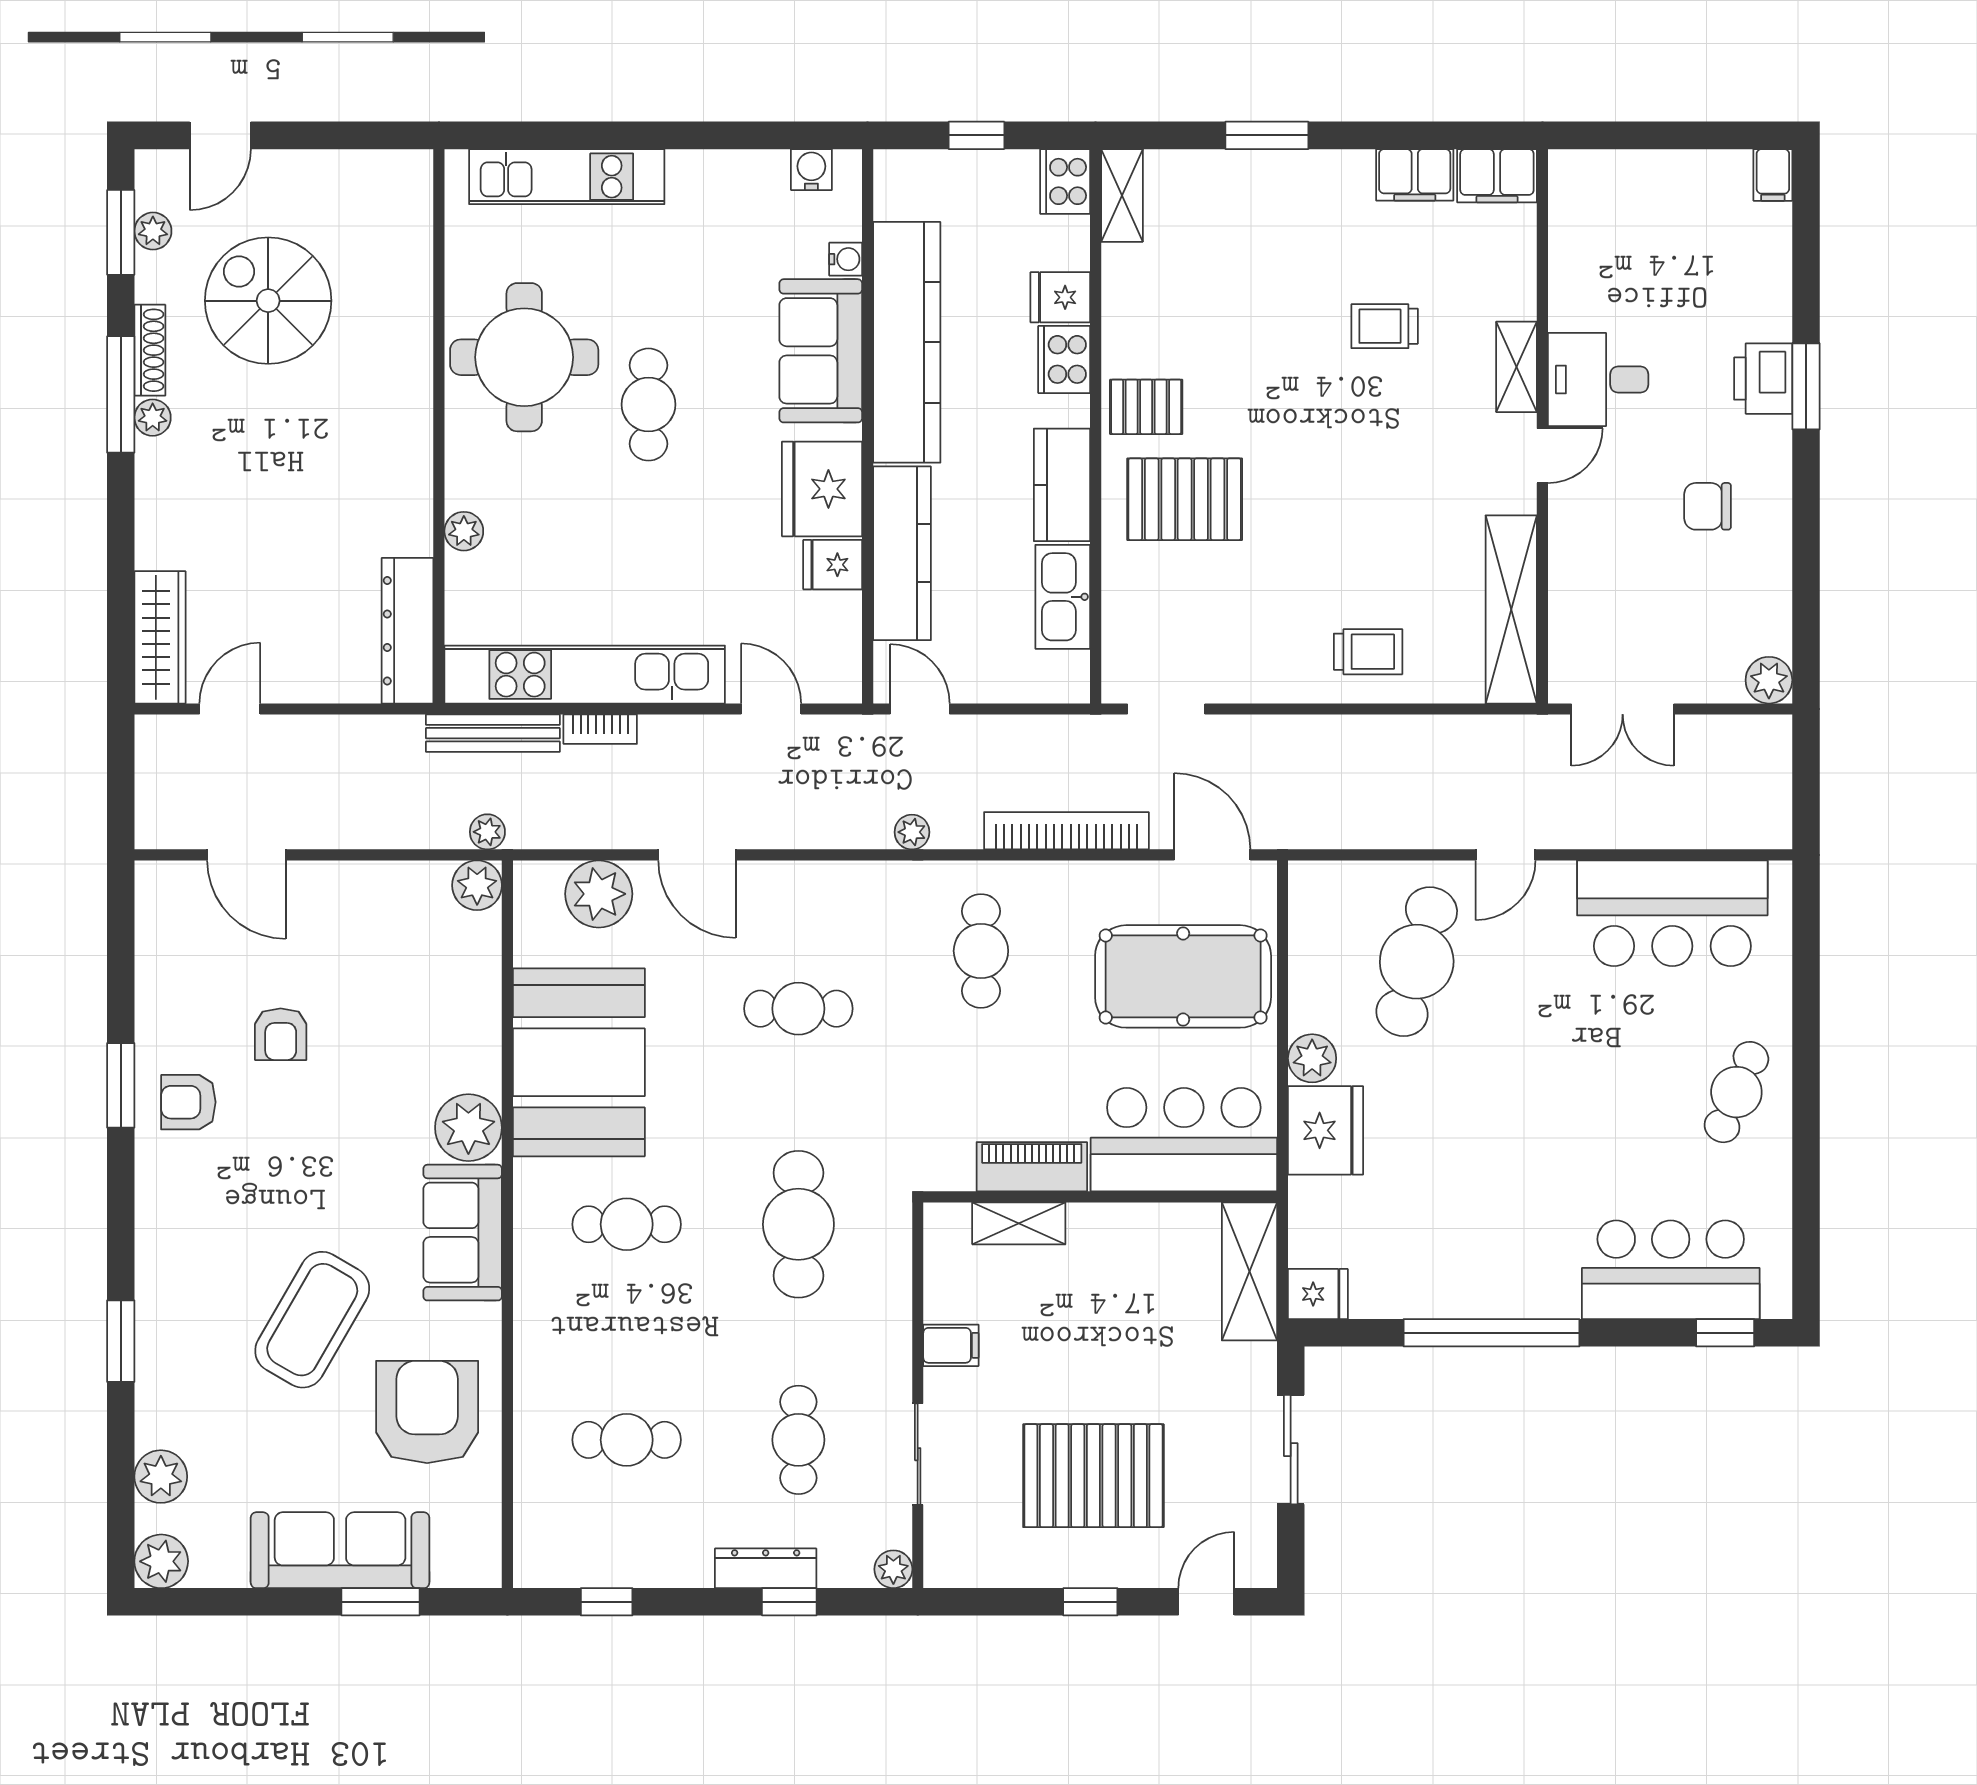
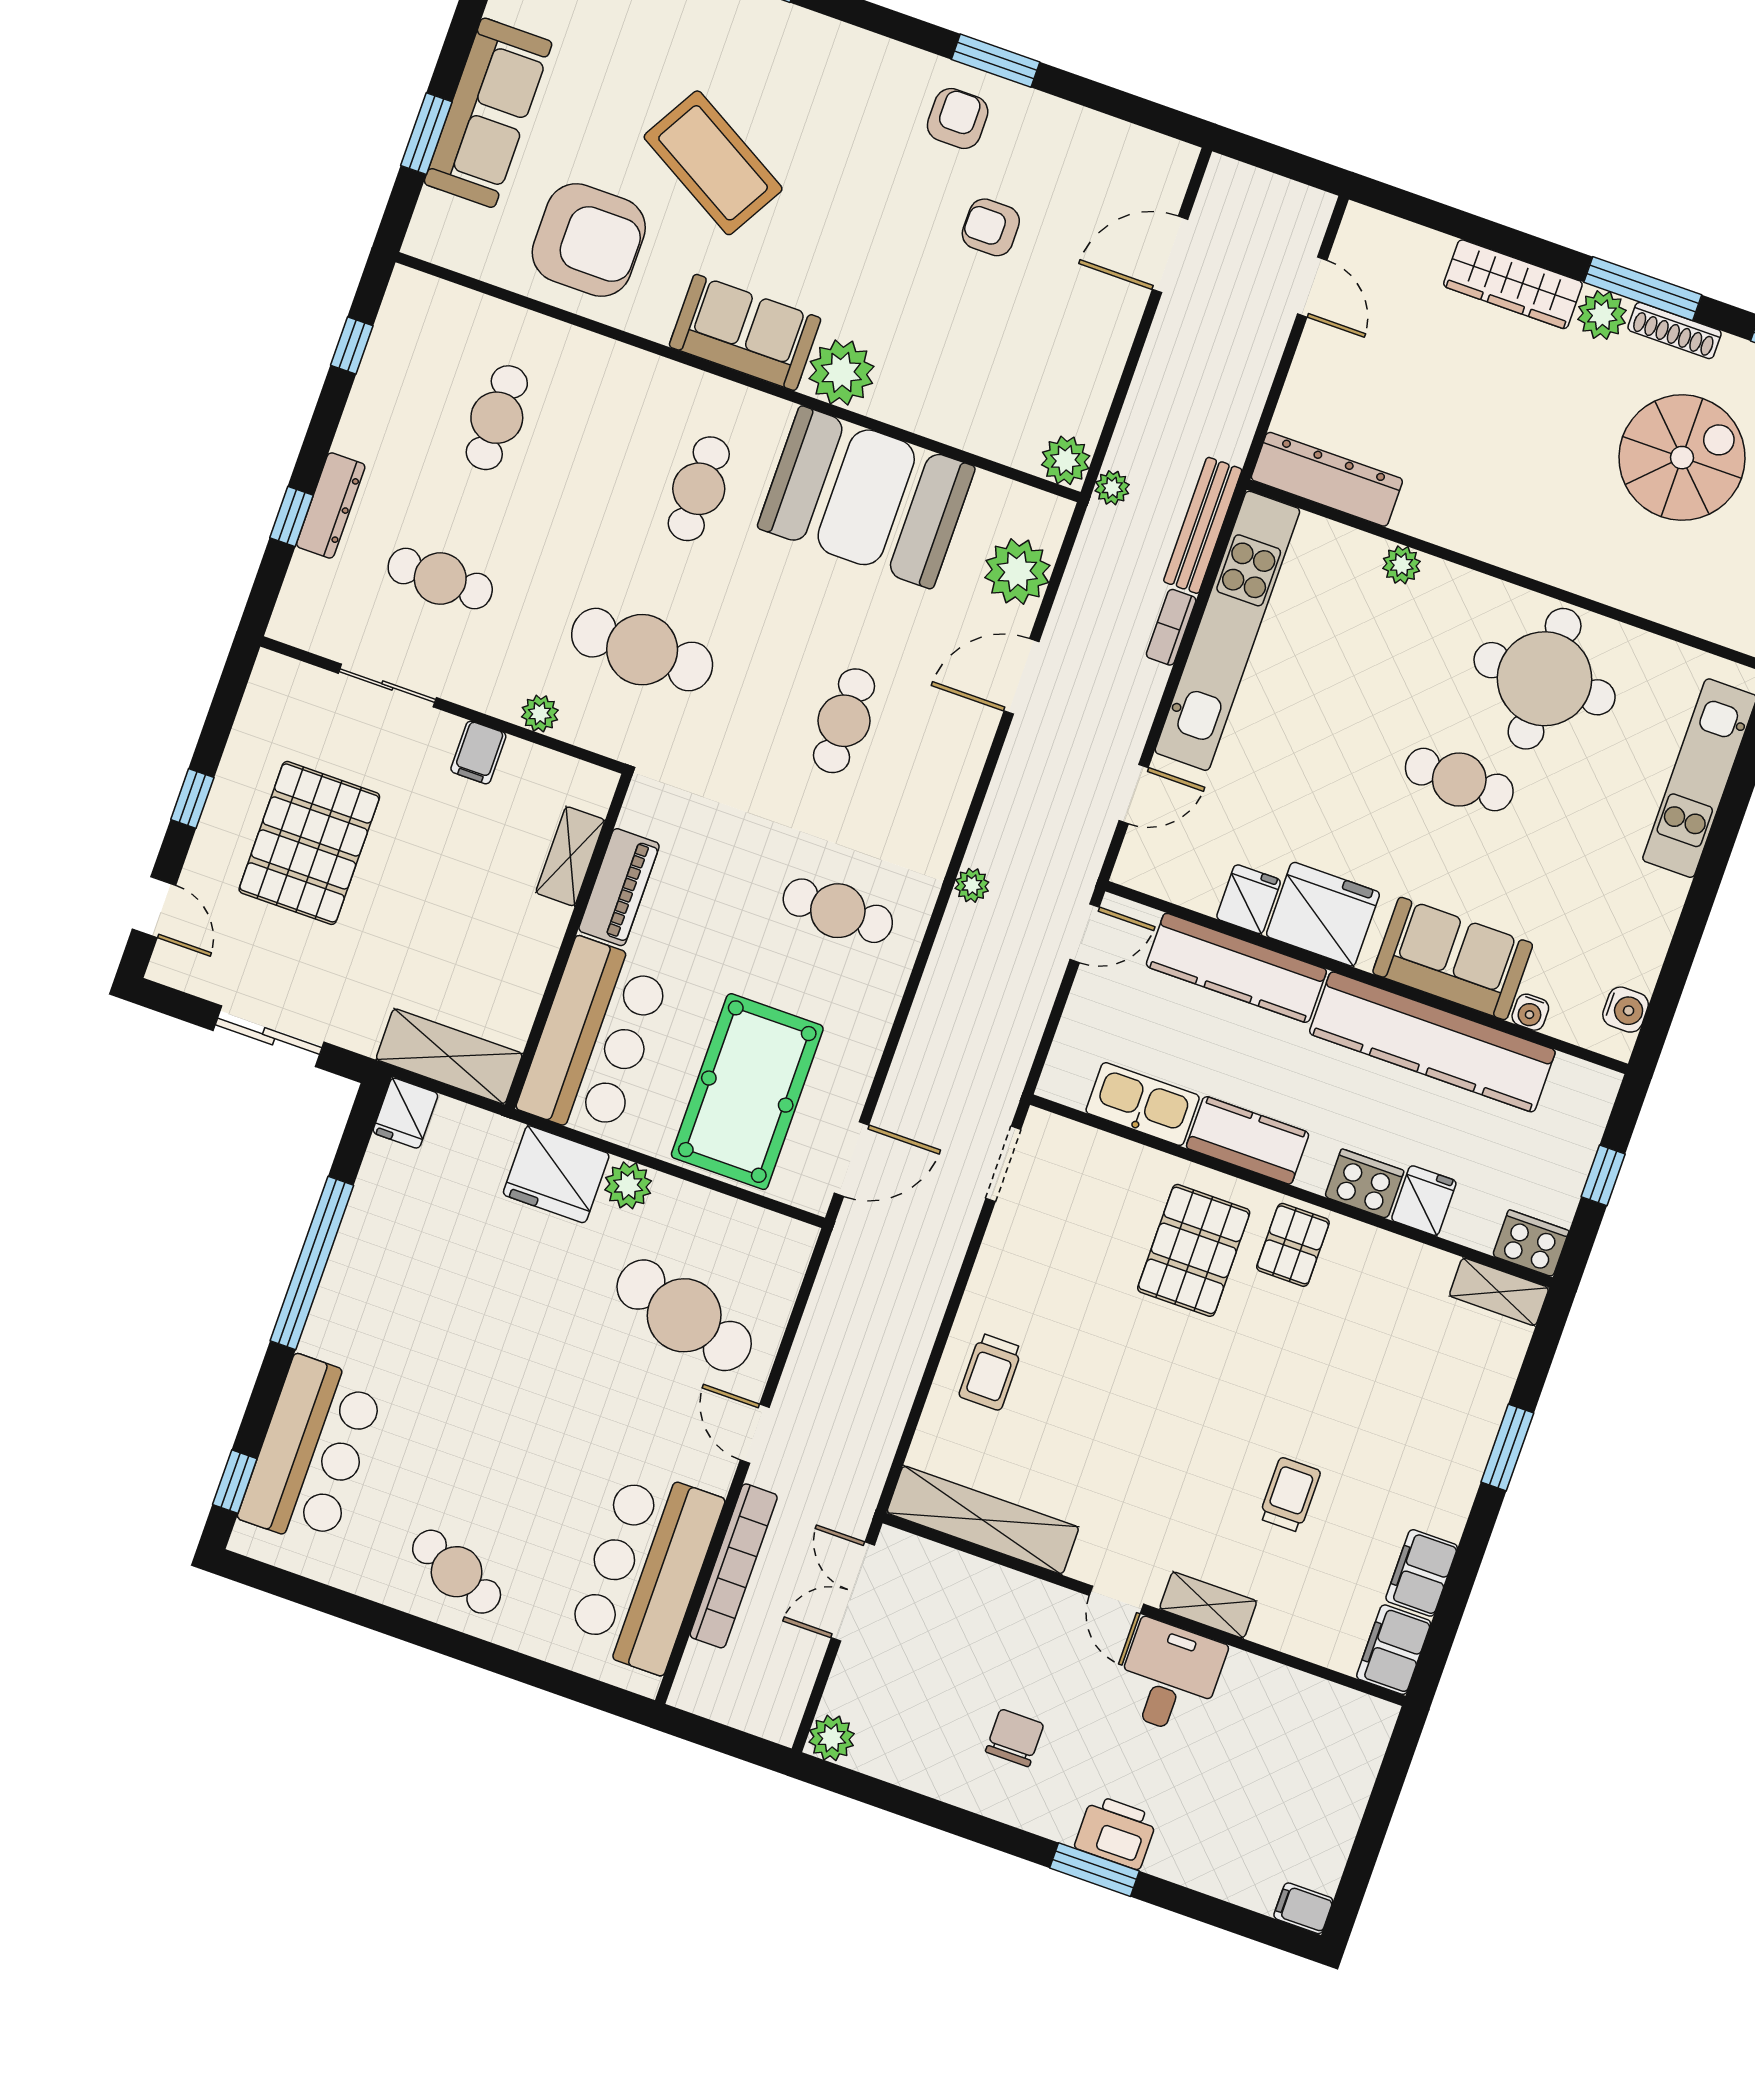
plant: (153, 418) -> (1602, 315), width x1.38, depth x1.38
wardrobe: (160, 637) -> (1513, 284), moved
bookcase: (1066, 831) -> (734, 1566), moved
plant: (893, 1569) -> (540, 714), moved

